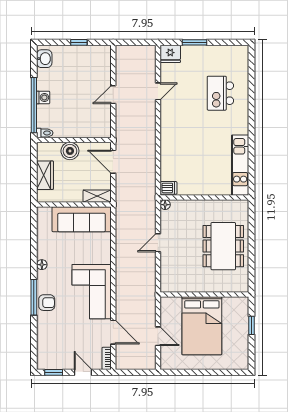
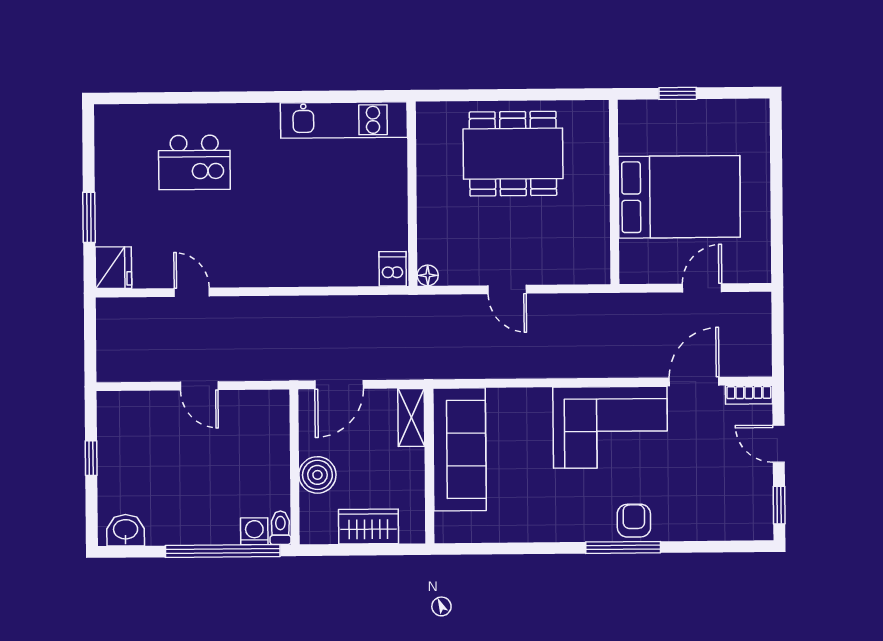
washing machine: (43, 97) -> (254, 531), moved
floor lamp: (42, 265) -> (555, 532), removed
door: (83, 372) -> (779, 444), hinge flipped

